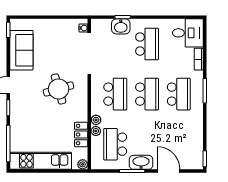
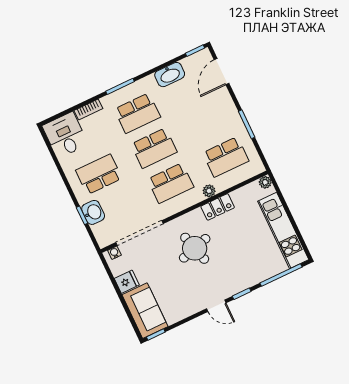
fridge: (58, 27) -> (127, 282), added
sofa: (21, 50) -> (145, 311), moved, turned 90
school desk: (115, 94) -> (171, 183), turned 180
school desk: (147, 94) -> (154, 148), turned 180
school desk: (179, 94) -> (137, 113), turned 180
plant: (96, 131) -> (221, 185), removed
locker: (81, 135) -> (218, 207), moved
washbasin: (141, 162) -> (170, 75), moved, turned -90
door: (169, 171) -> (222, 72), moved

